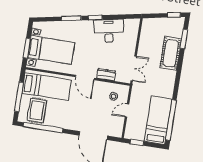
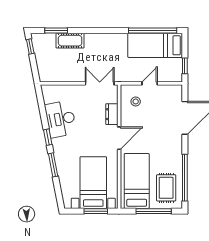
cot: (171, 53) -> (70, 41), width x0.73, depth x0.75
rug: (37, 110) -> (166, 188), turned 90
door: (127, 110) -> (150, 83), swing flipped

